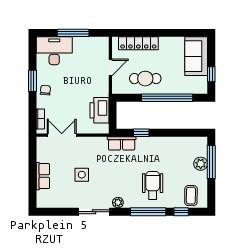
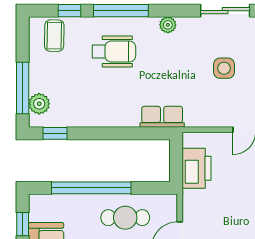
window: (141, 133) -> (55, 133), moved
plant: (201, 164) -> (39, 104), moved
wheelchair: (153, 185) -> (114, 51), turned -90
sliding door: (94, 212) -> (225, 11), moved

